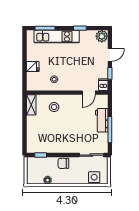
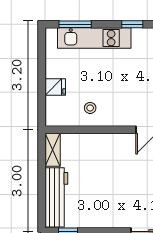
stool: (54, 107) -> (90, 153), removed
workbench: (34, 134) -> (56, 197), added

